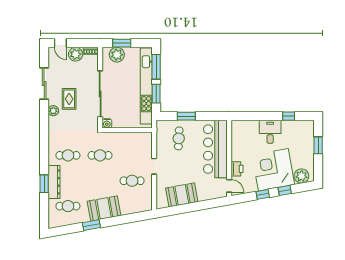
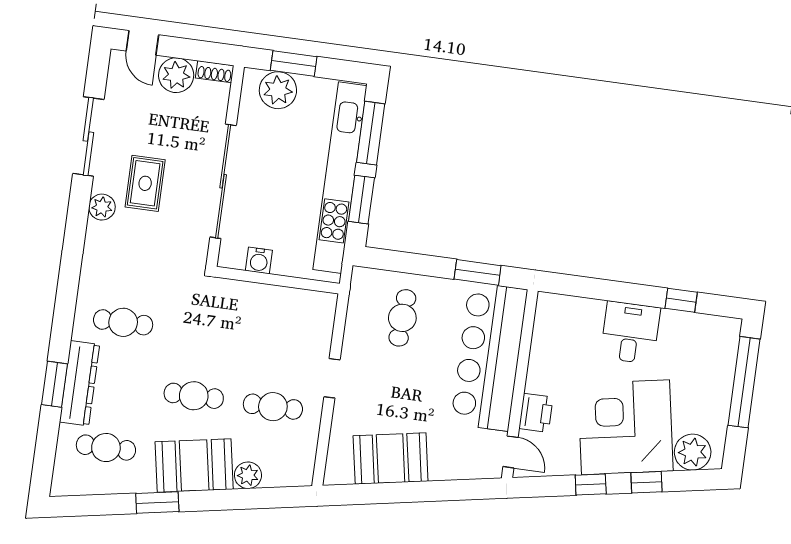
window: (186, 116) -> (478, 272), moved
water cooler: (107, 123) -> (259, 261), moved
window: (318, 145) -> (744, 382), width x2.11
cafe table: (100, 155) -> (194, 396), moved
plant: (126, 209) -> (248, 475), added

